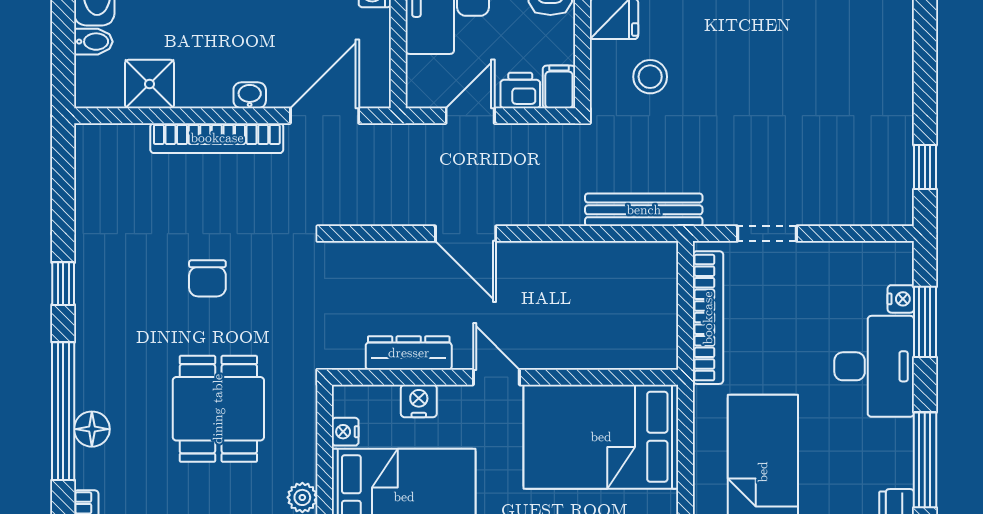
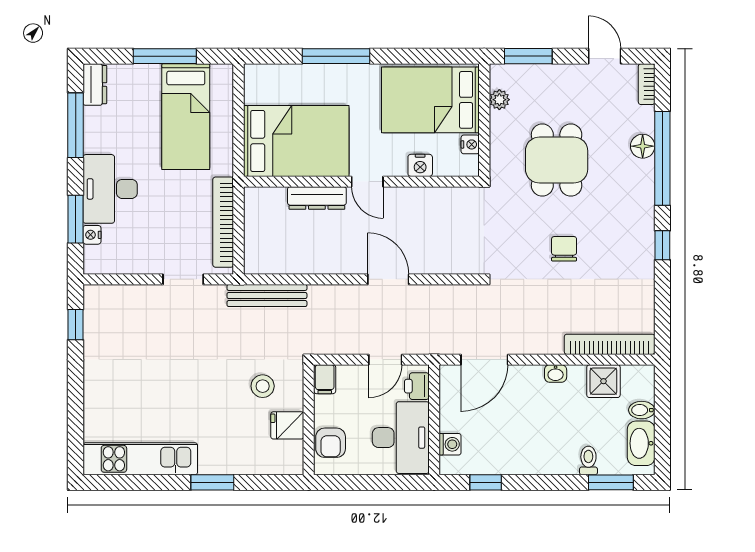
printer: (520, 90) -> (417, 386), moved, turned 90
washbasin: (250, 95) -> (556, 373), moved
bookcase: (217, 138) -> (610, 344), moved
dresser: (409, 353) -> (317, 198), moved

